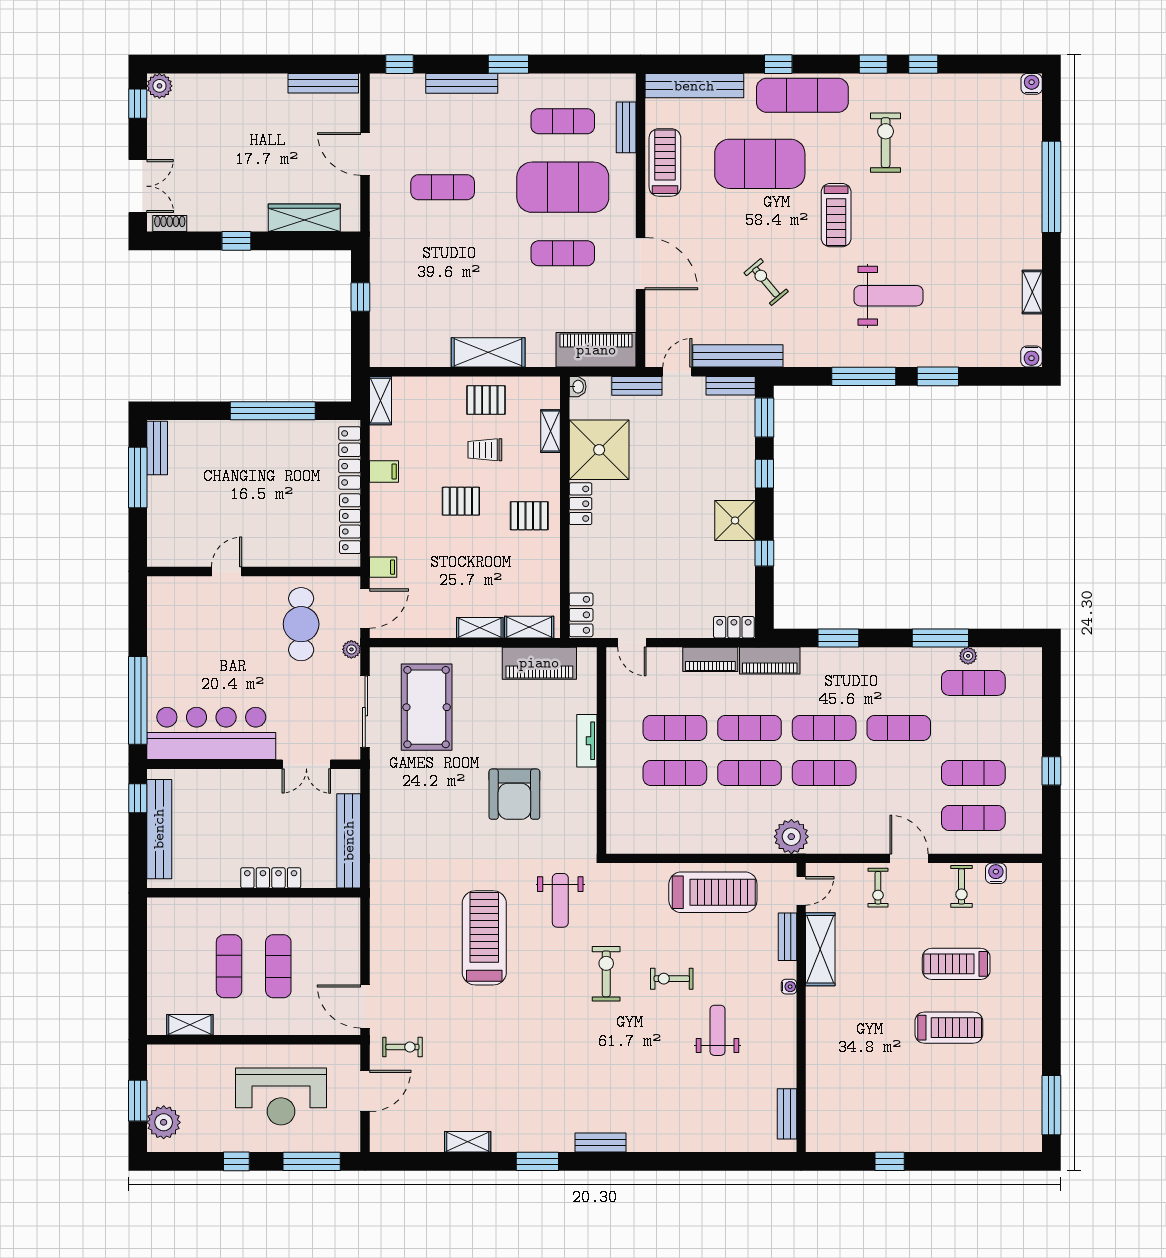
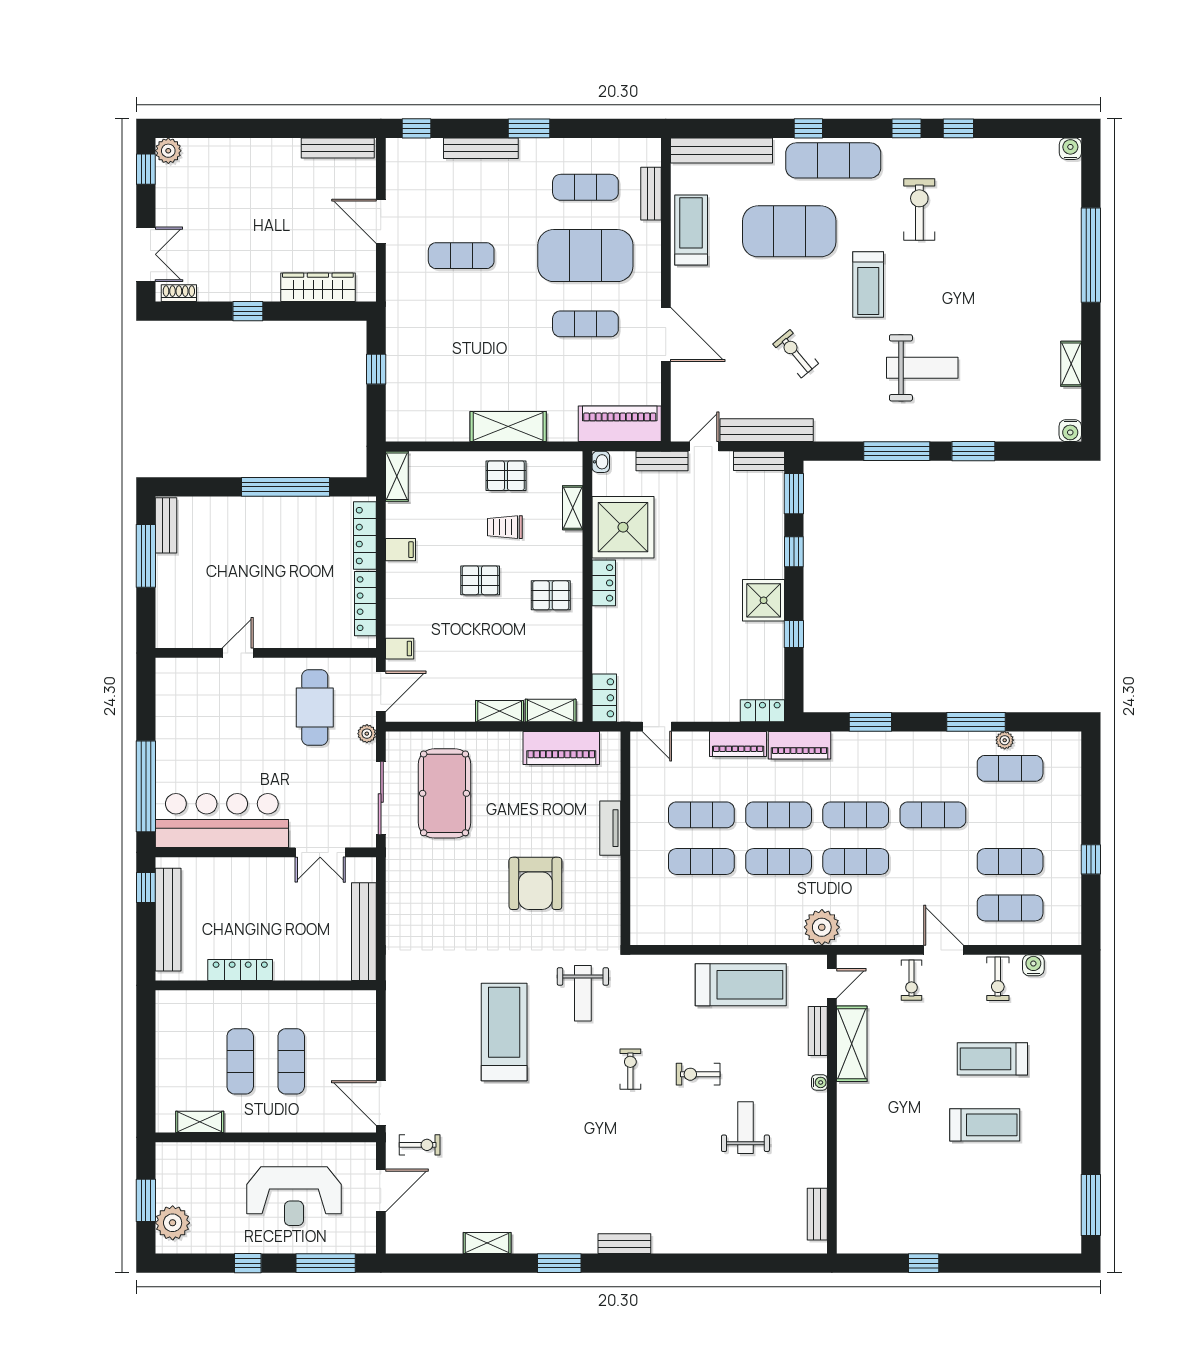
locker: (271, 878) -> (240, 970), moved
exercise bike: (606, 974) -> (630, 1069), width x0.73, depth x0.72

